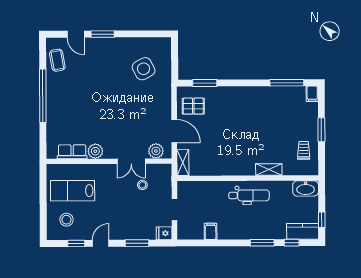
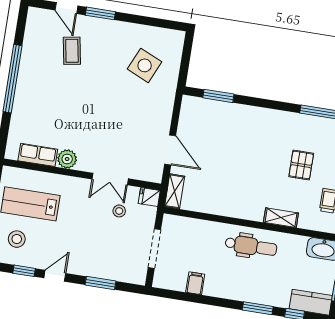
coffee table: (57, 60) -> (72, 51), moved
side table: (144, 69) -> (145, 65), turned -38
pallet: (193, 106) -> (301, 165), moved, turned 90
plant: (156, 151) -> (143, 171), removed
doorway: (174, 210) -> (154, 248), width x1.38
fridge: (164, 233) -> (149, 197), moved

